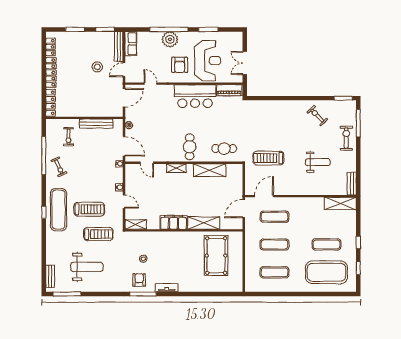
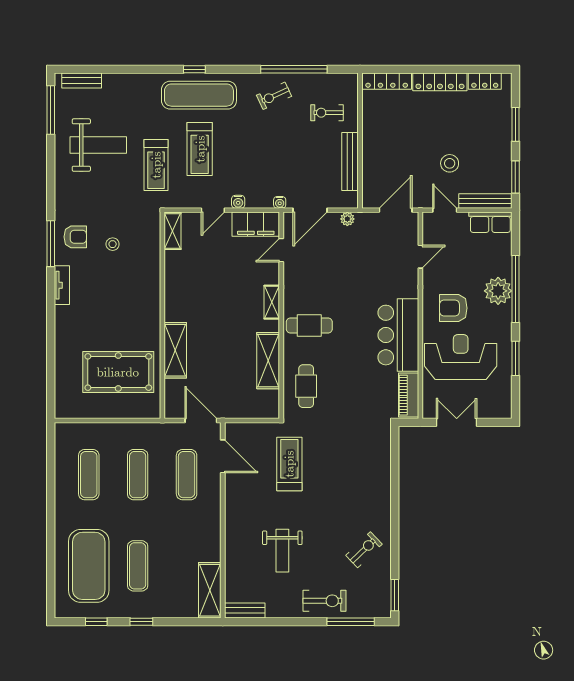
reception desk: (208, 61) -> (461, 357), turned 180
door: (124, 98) -> (396, 210), swing flipped
filing cabinet: (174, 222) -> (256, 224), moved, turned 90
weight bench: (87, 267) -> (98, 145), turned -90

